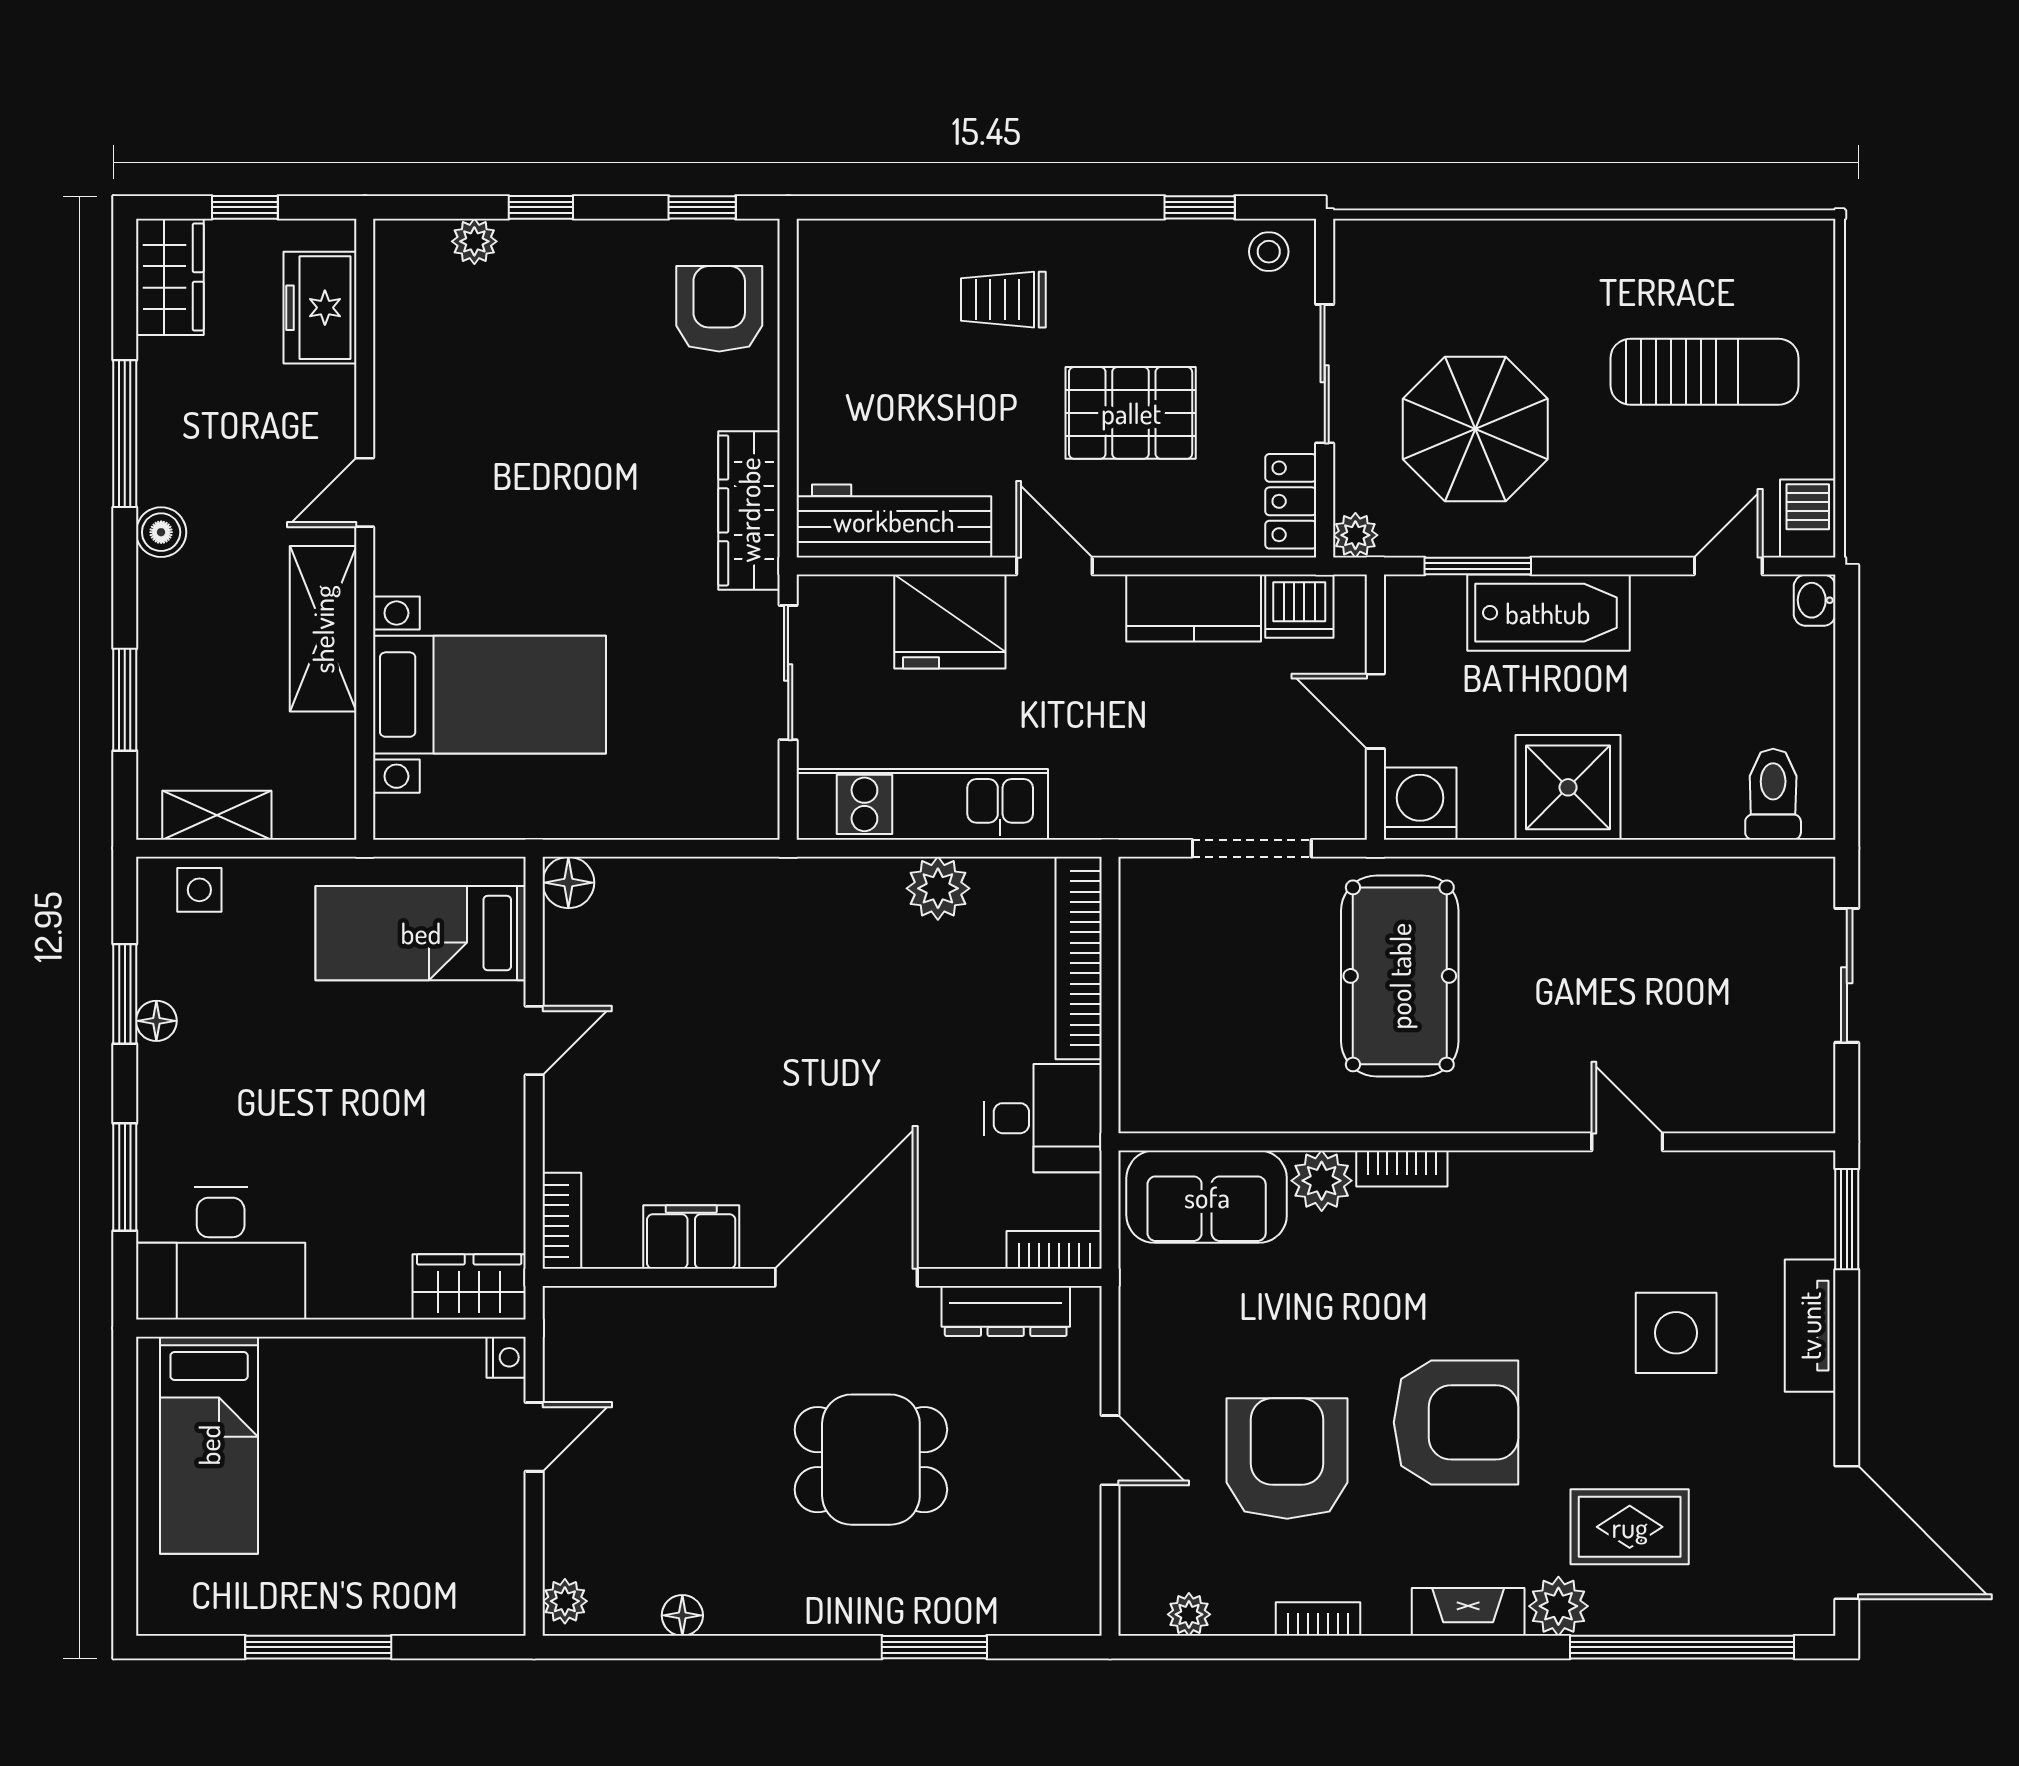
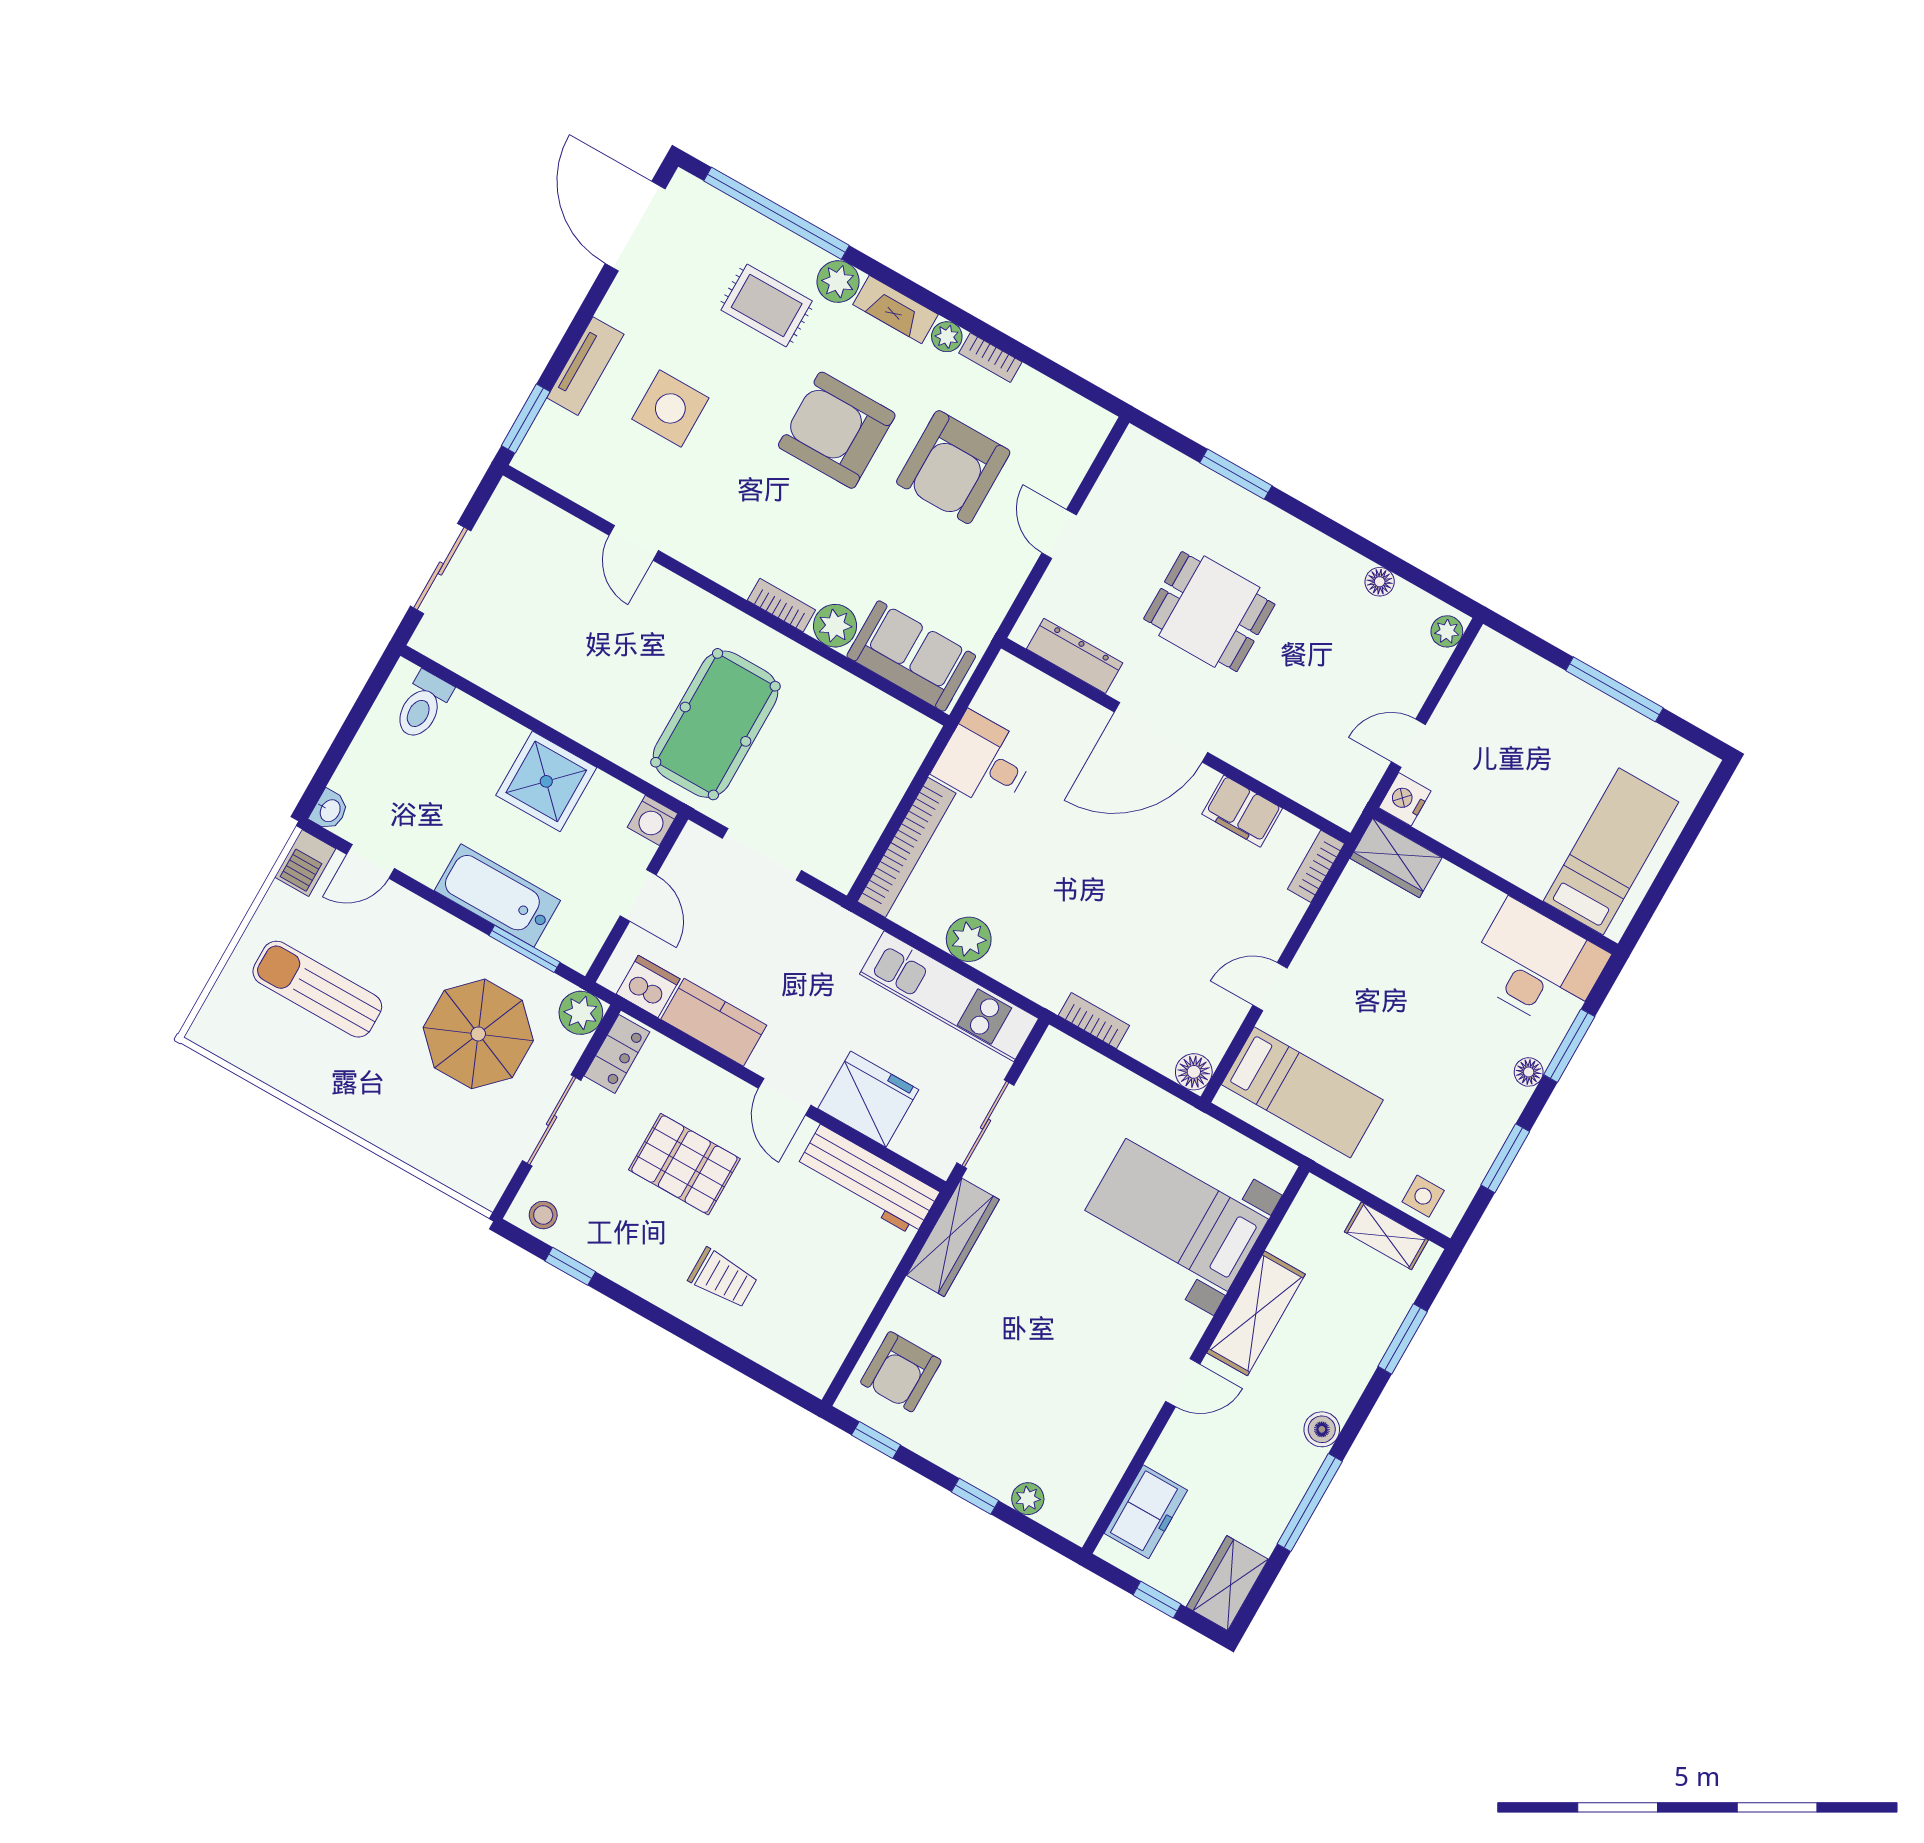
plant: (1355, 535) -> (581, 1013), width x1.38, depth x1.38
washing machine: (1420, 804) -> (652, 820), width x0.73, depth x0.73
floor lamp: (156, 1021) -> (1529, 1072), moved
bookcase: (1054, 1250) -> (1094, 1021), moved, turned 180
nightstand: (506, 1357) -> (1405, 799), width x1.39, depth x1.35
plant: (1189, 1614) -> (947, 337), moved

